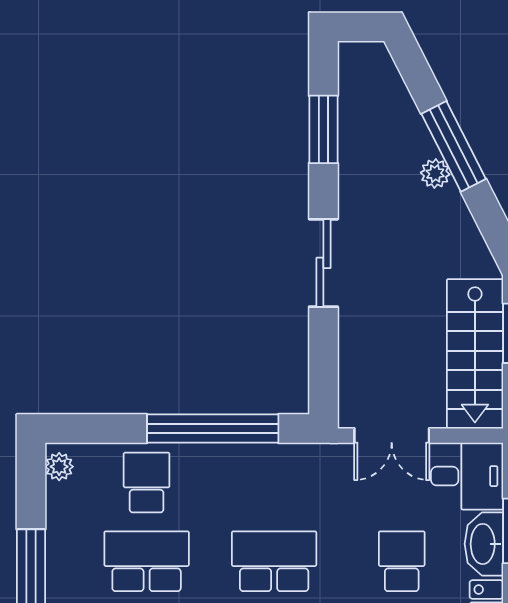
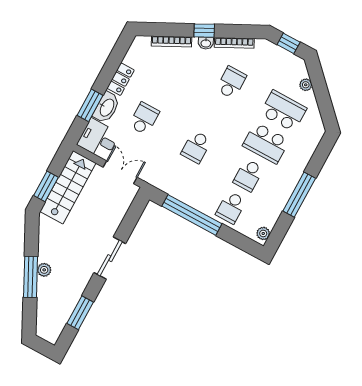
school desk: (147, 561) -> (248, 175), width x0.54
school desk: (274, 561) -> (196, 147), width x0.54
school desk: (402, 561) -> (144, 119), turned 180

